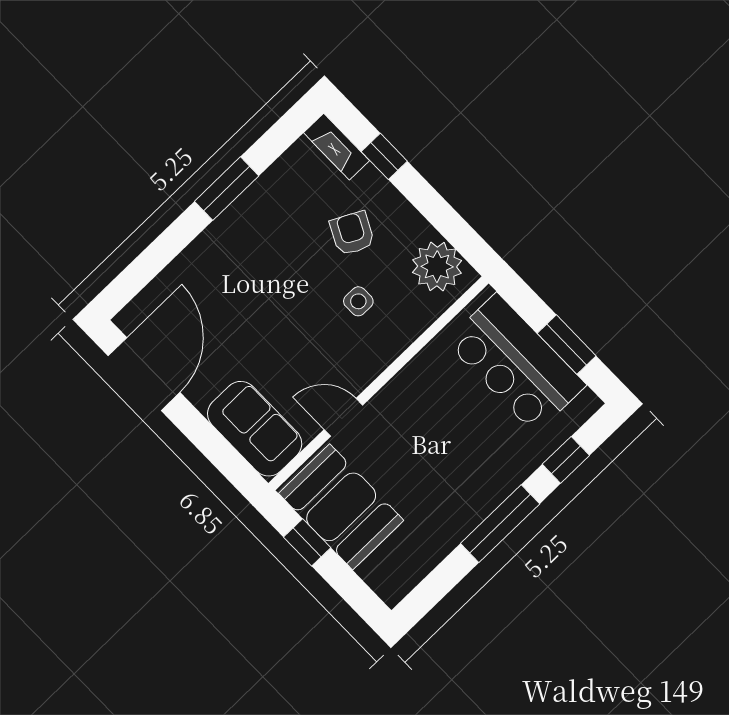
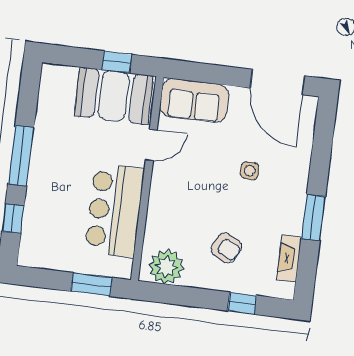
fireplace: (337, 147) -> (289, 258), moved, turned -90
side table: (358, 301) -> (250, 171), moved
window: (567, 345) -> (92, 284), moved
bar counter: (516, 363) -> (115, 210), moved, turned -90

